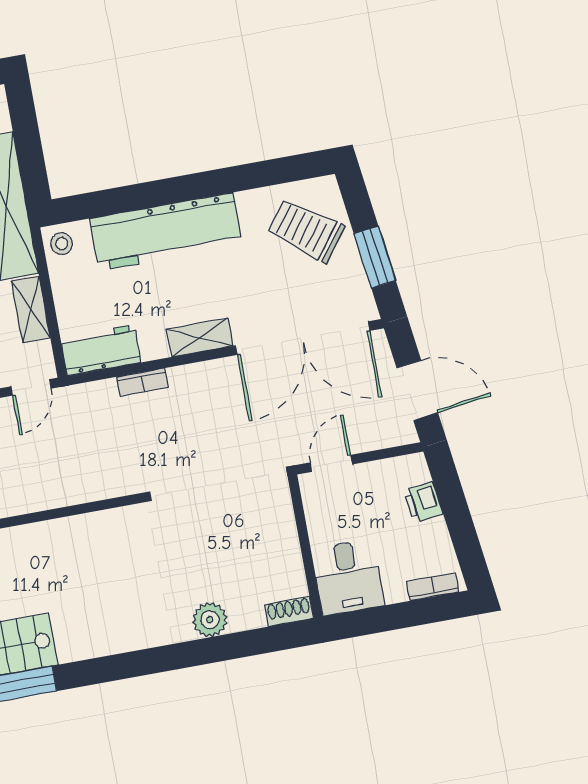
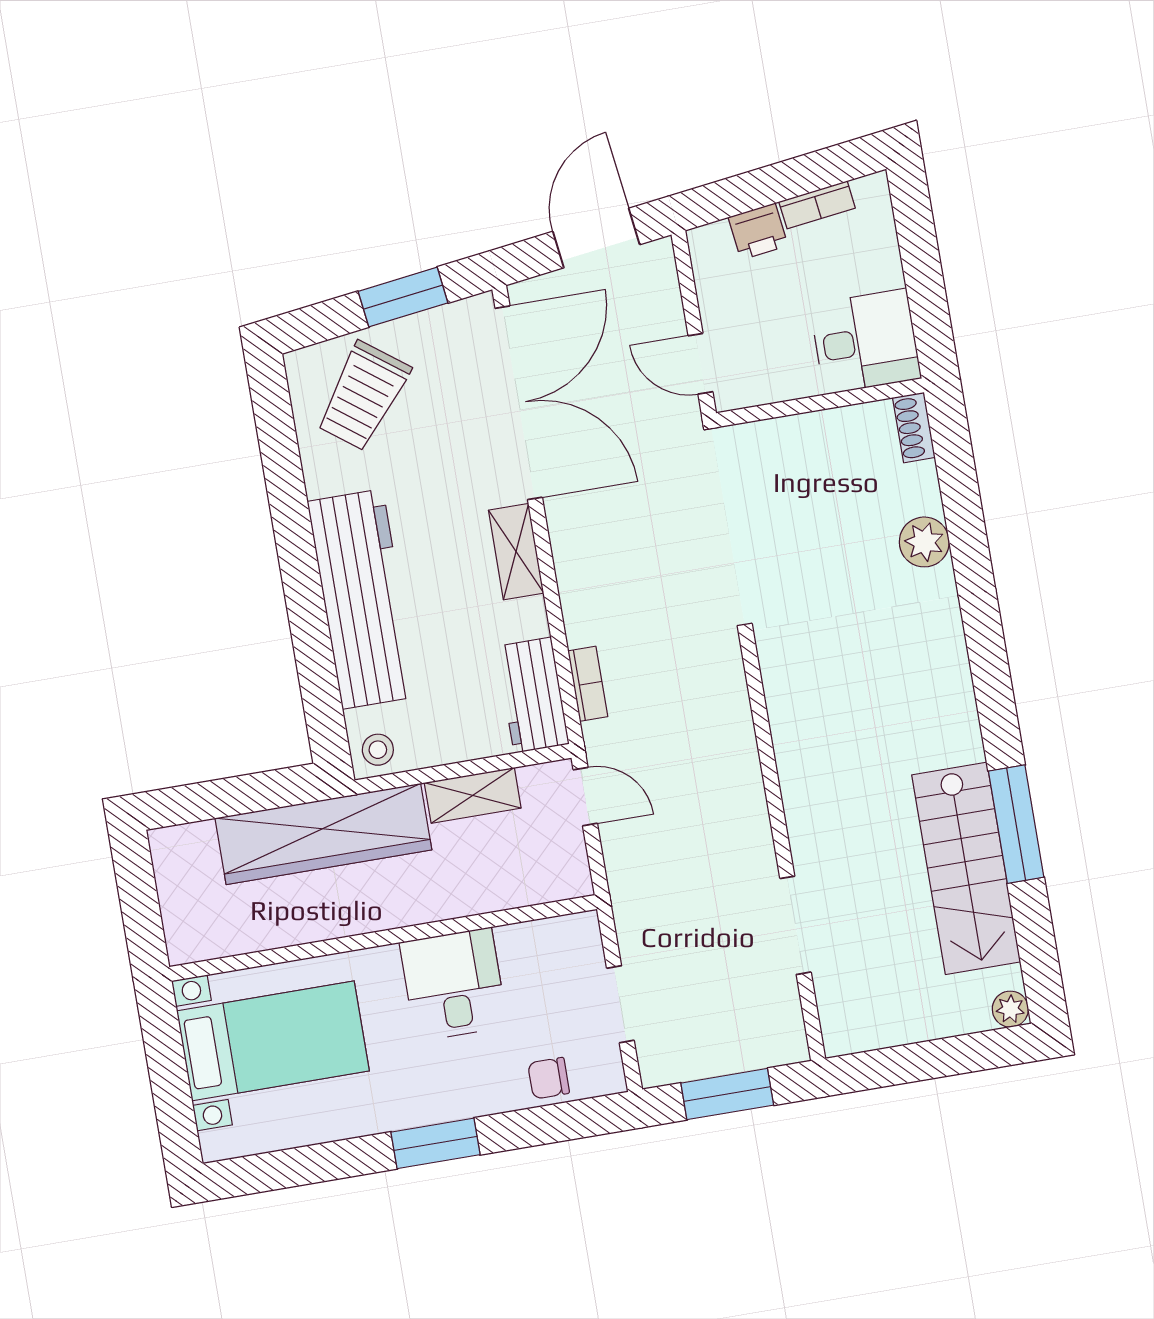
bookcase: (142, 382) -> (588, 684), moved
bookcase: (433, 587) -> (817, 205), moved, turned -97

